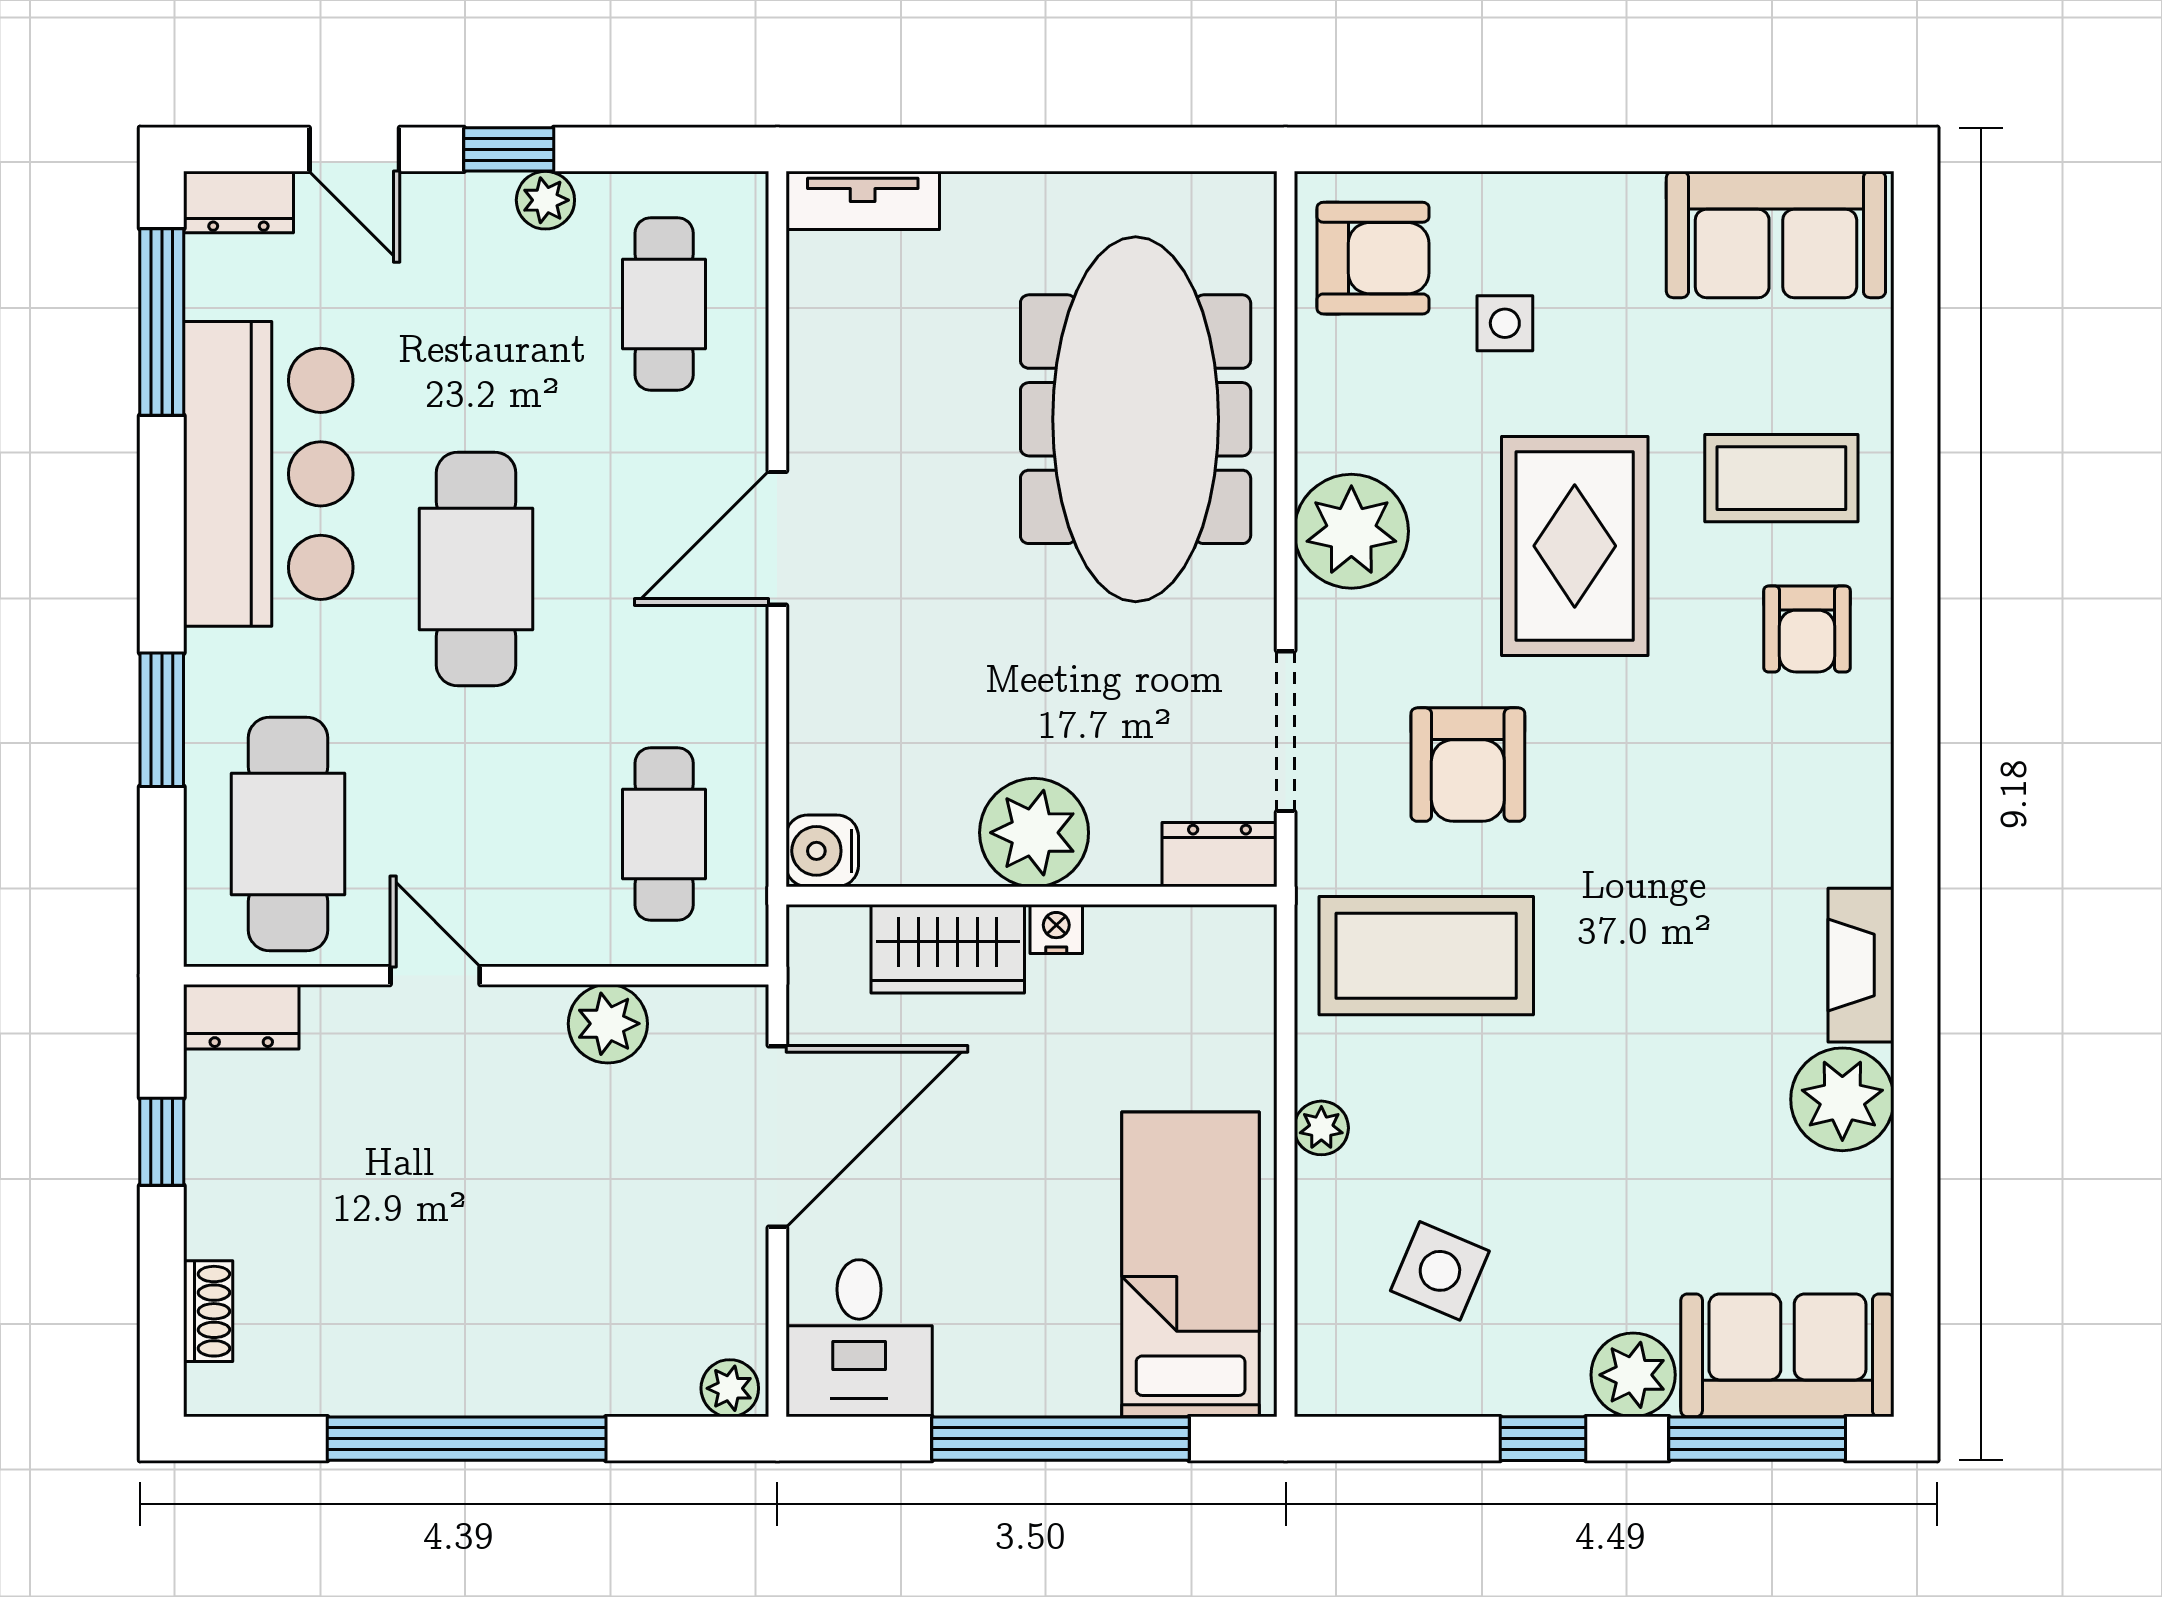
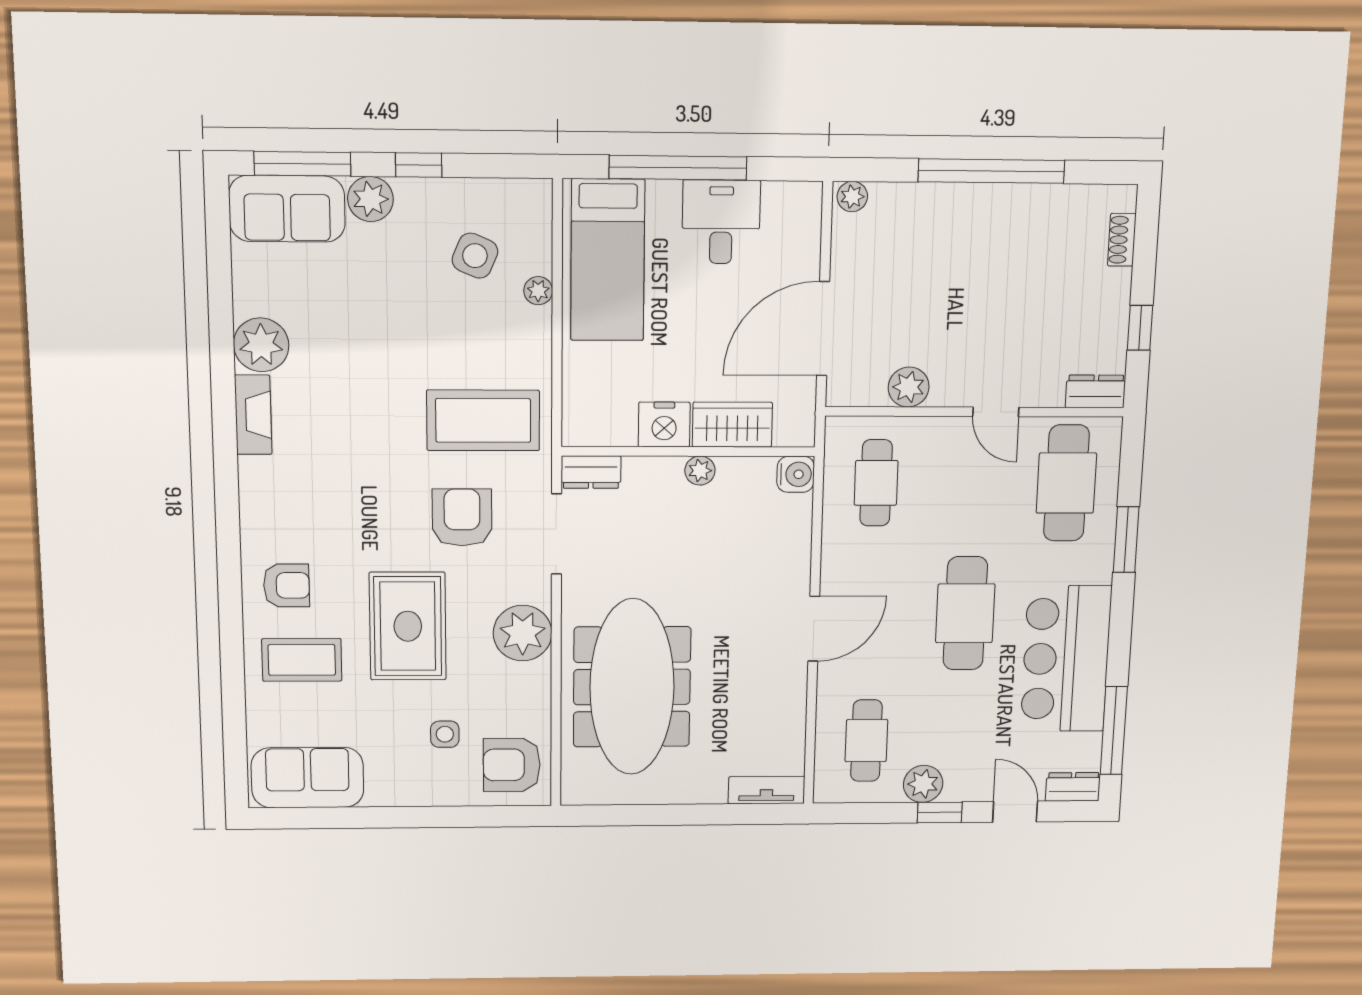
plant: (545, 200) -> (923, 784), width x1.38, depth x1.38
armchair: (1807, 629) -> (287, 585), turned 90
plant: (1034, 833) -> (700, 471), width x0.53, depth x0.53
nightstand: (1056, 929) -> (664, 425), width x1.89, depth x1.79
plant: (1321, 1128) -> (538, 291), moved
desk: (859, 1338) -> (721, 222), moved

